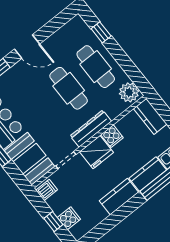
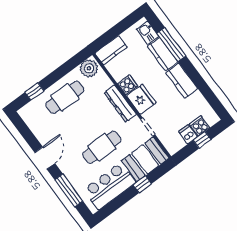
cafe table: (69, 88) -> (102, 147), moved
dishwasher: (47, 190) -> (188, 134), moved

